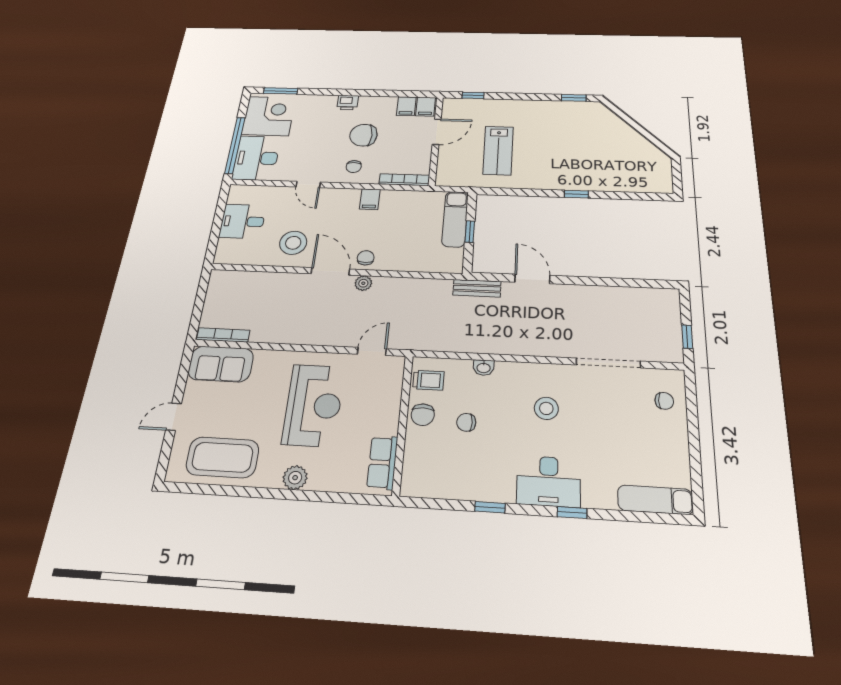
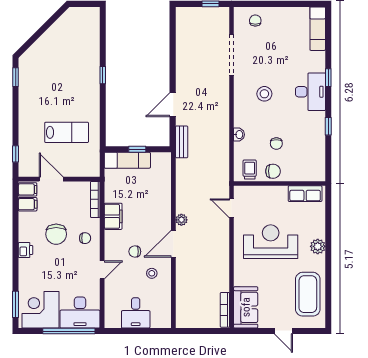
filing cabinet: (370, 199) -> (113, 216), width x2.00
stool: (293, 243) -> (152, 273), width x0.53, depth x0.53
chair: (366, 258) -> (135, 252), moved

